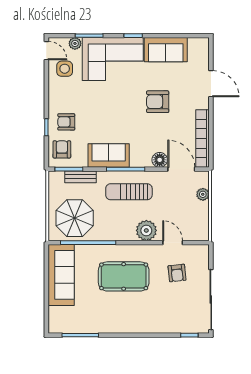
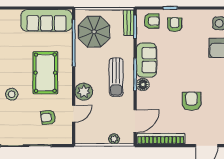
floor lamp: (160, 160) -> (143, 85), moved
bench: (81, 177) -> (129, 23), moved
sun lounger: (129, 192) -> (116, 77), turned 180
stool: (149, 317) -> (12, 94), added

